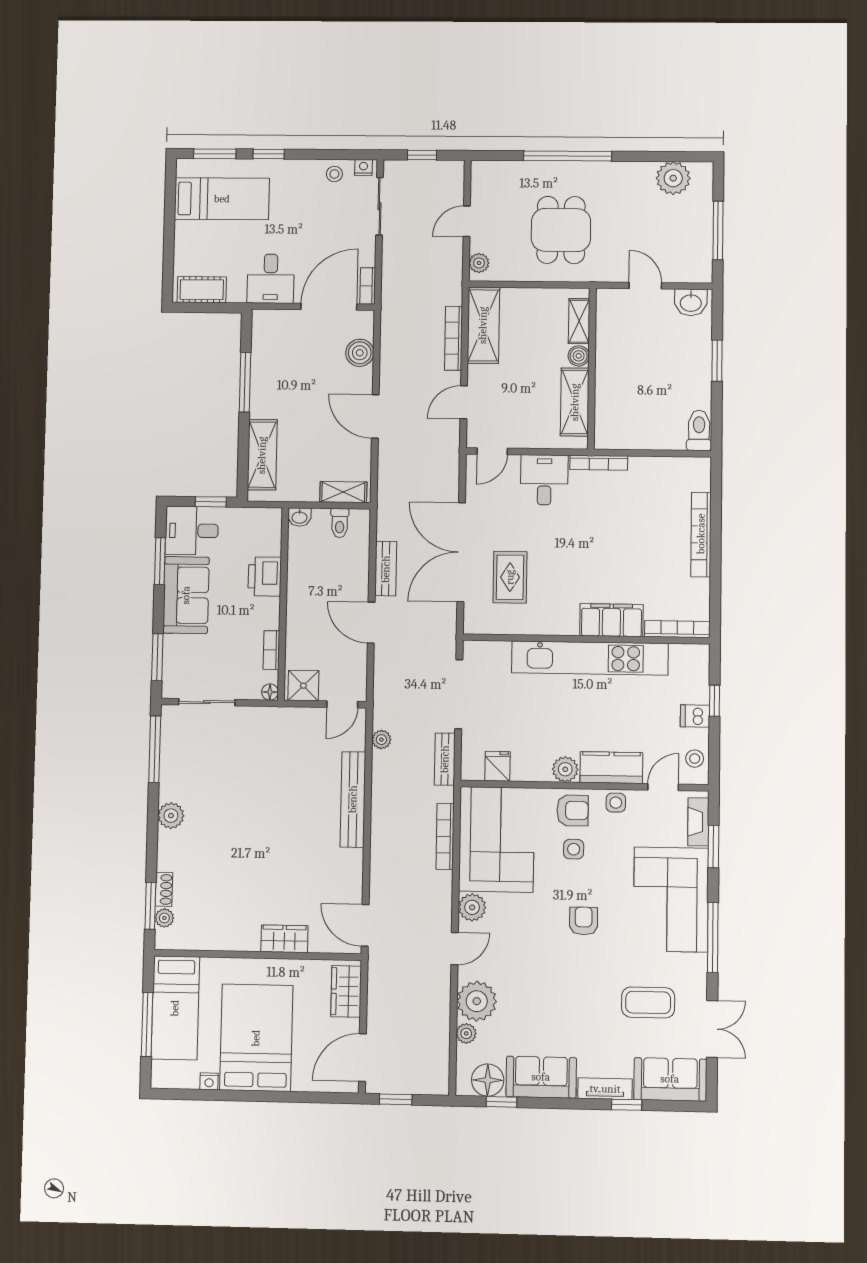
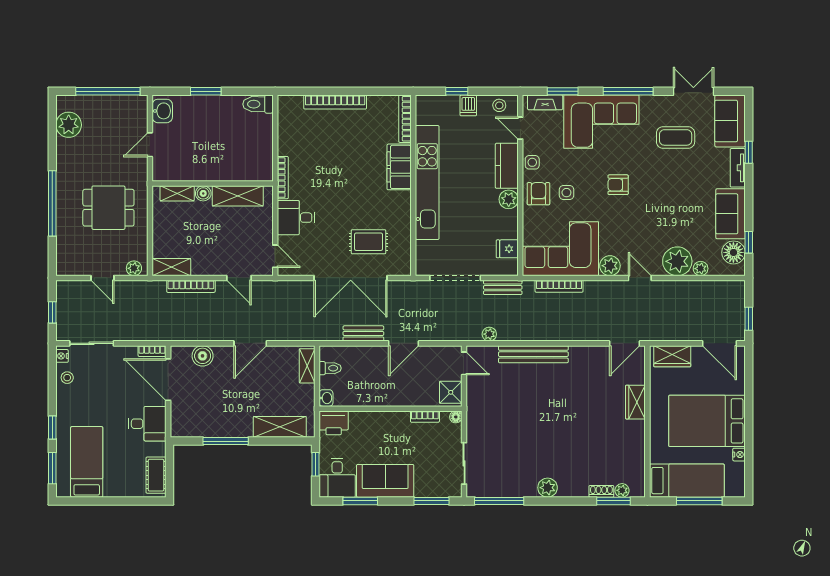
window: (718, 230) -> (108, 91), width x1.46
shelving: (483, 325) -> (171, 267), width x0.67, depth x0.75
printer: (265, 576) -> (334, 423), moved
coffee table: (648, 1002) -> (676, 137), turned 90

